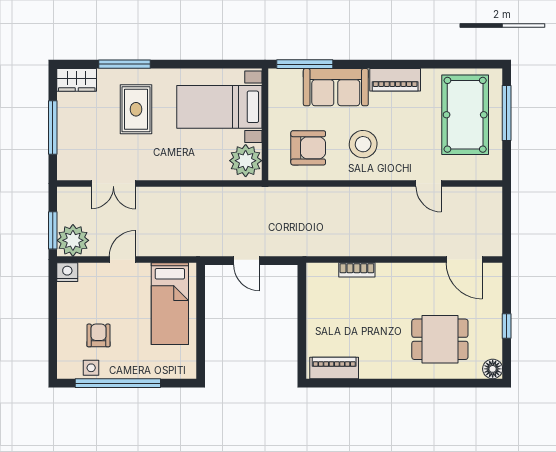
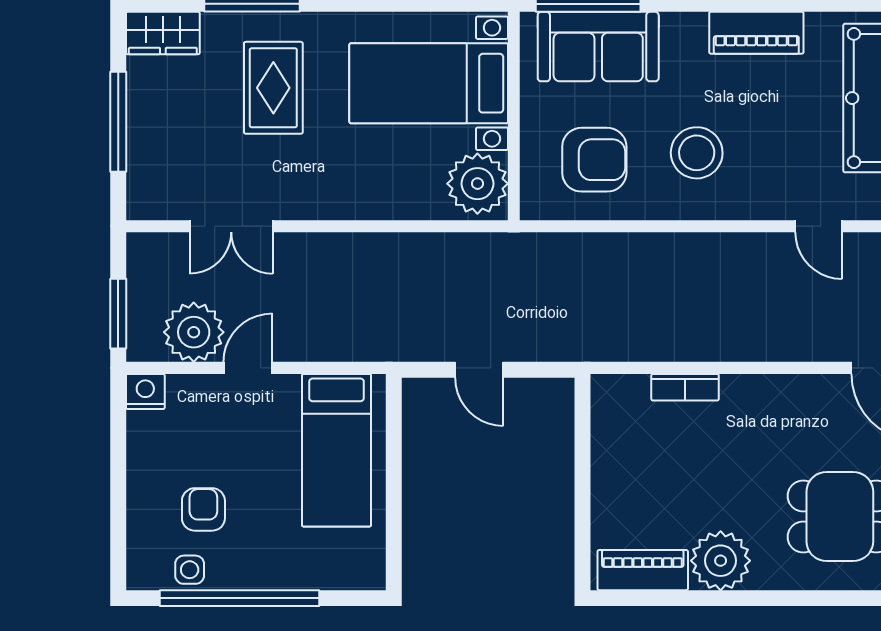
sofa: (336, 87) -> (598, 47), moved
plant: (73, 240) -> (194, 332), moved
plant: (376, 363) -> (721, 561), added

